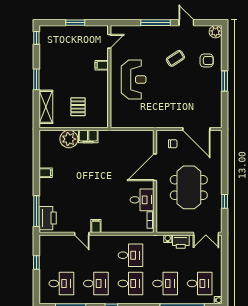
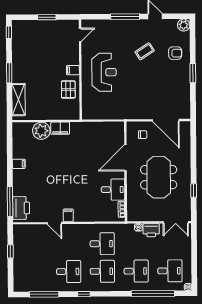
filing cabinet: (102, 65) -> (73, 70), moved
pallet: (78, 107) -> (68, 89), moved
desk: (61, 283) -> (35, 272), removed

